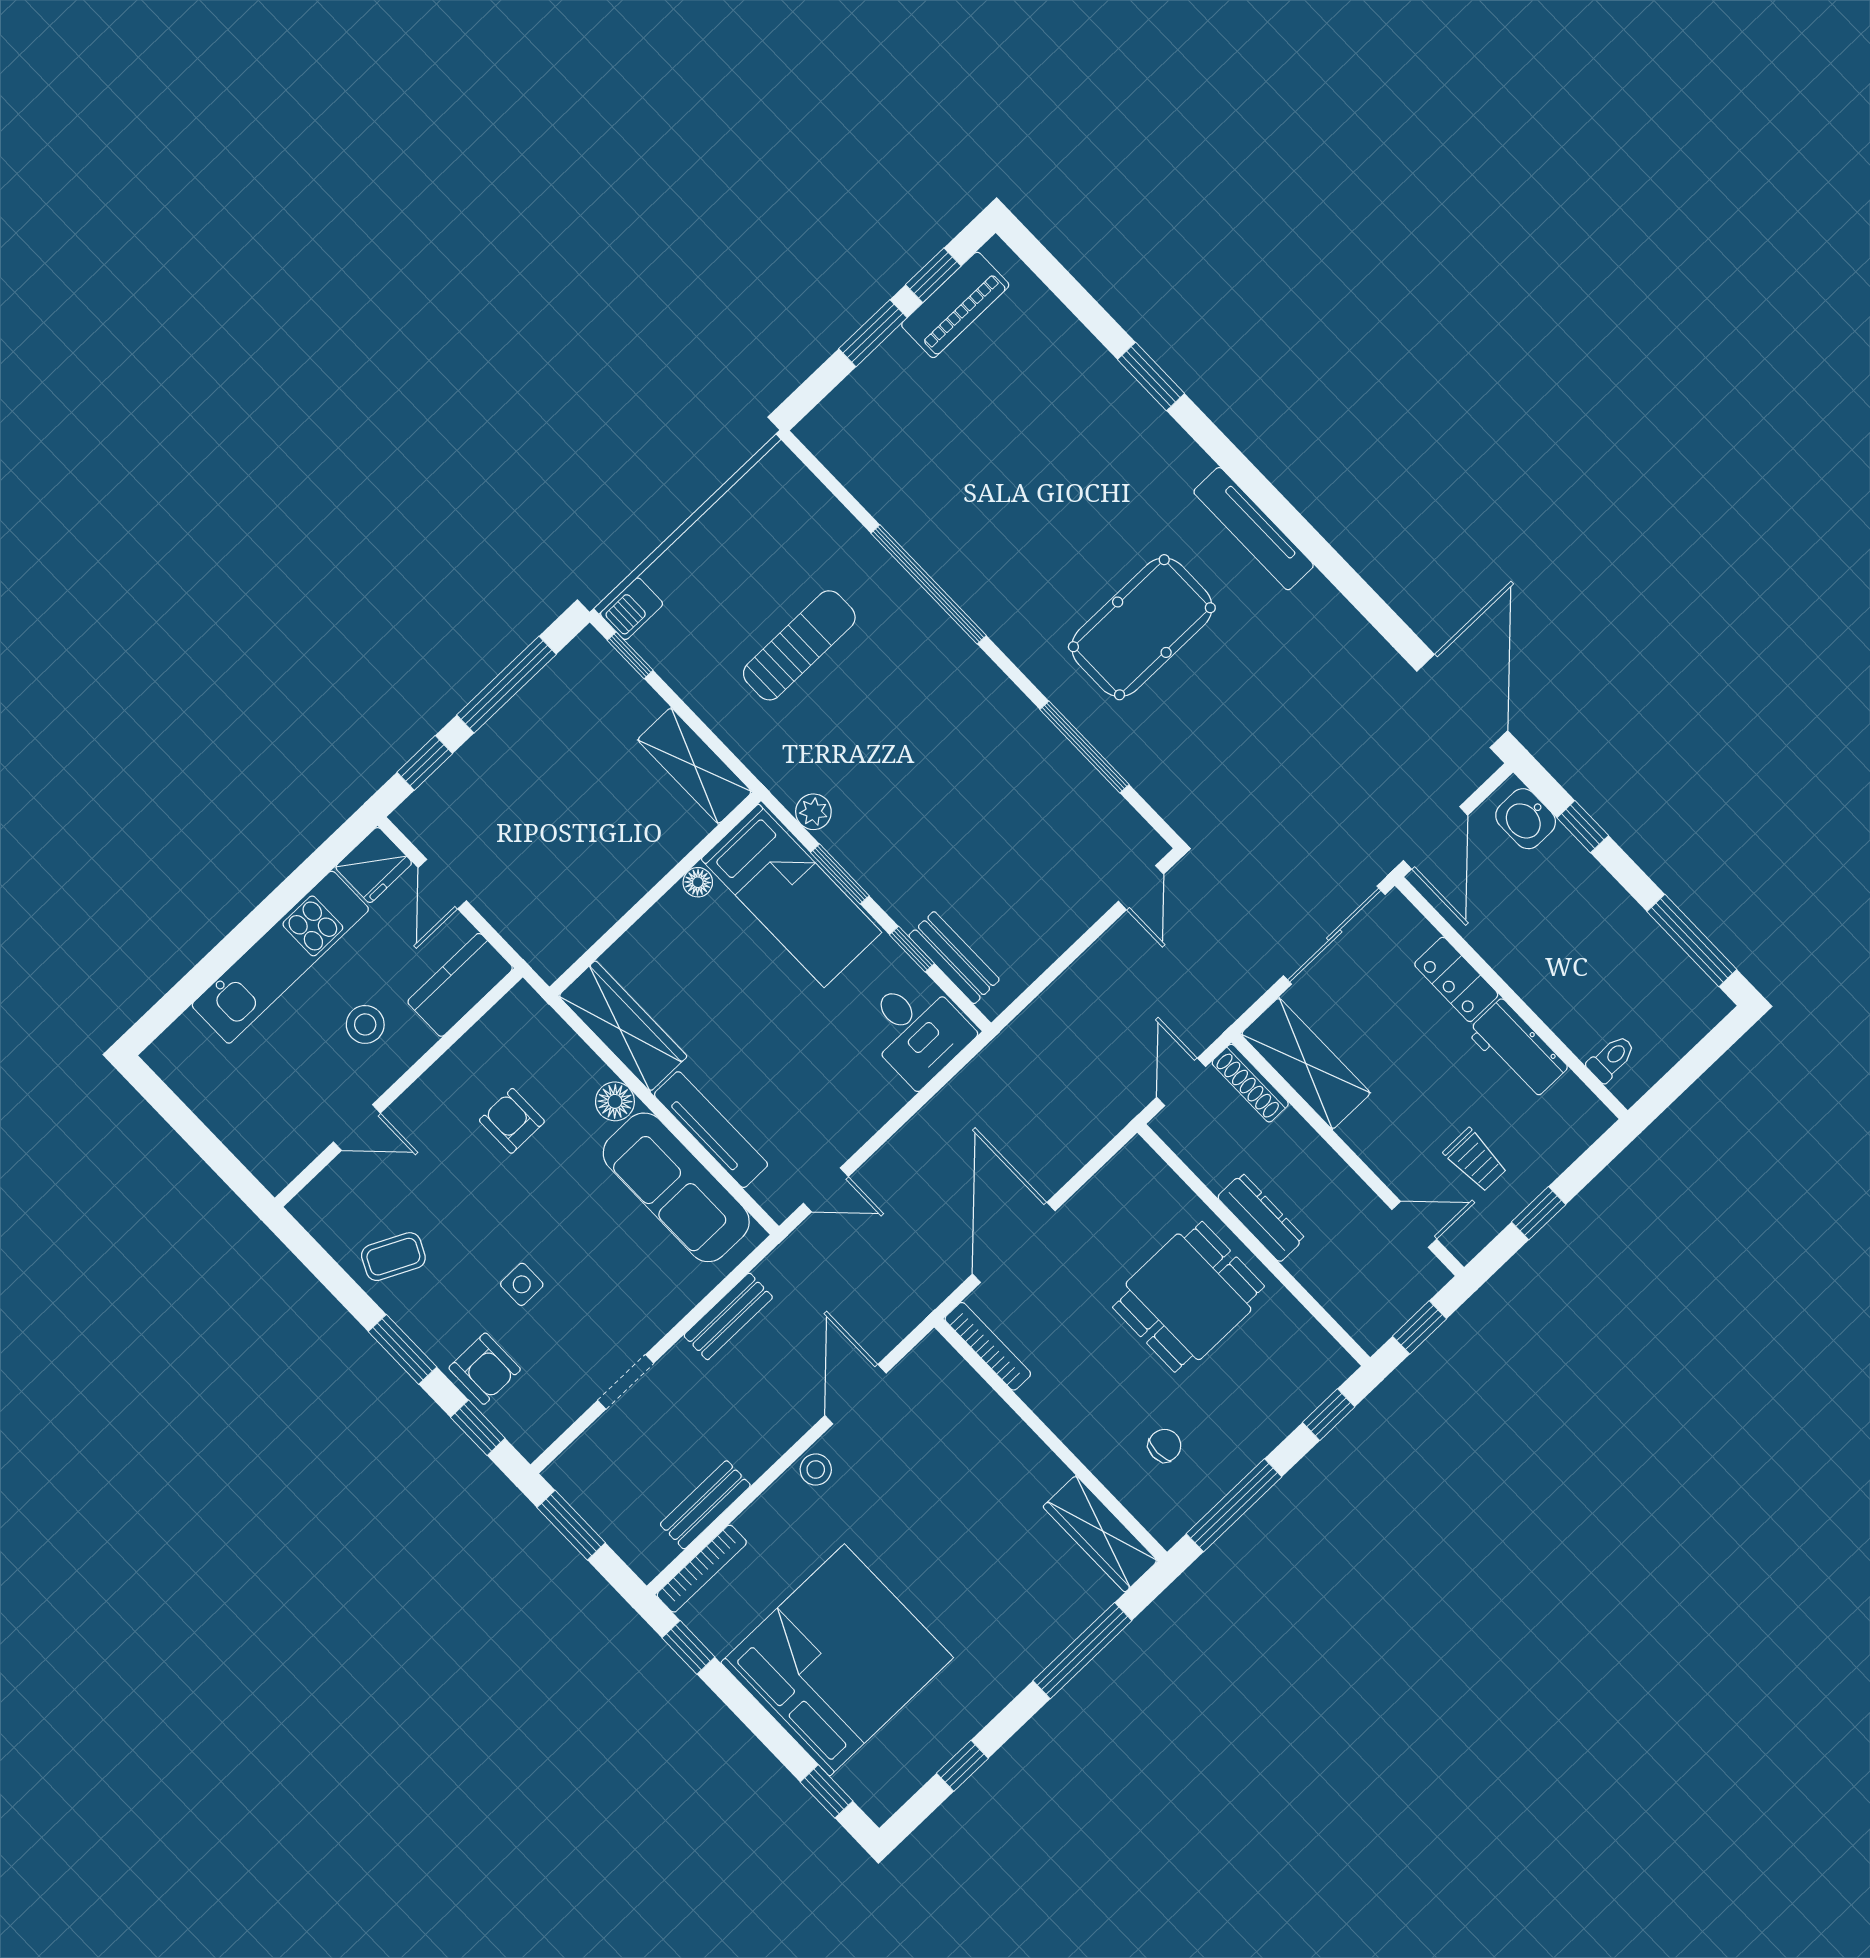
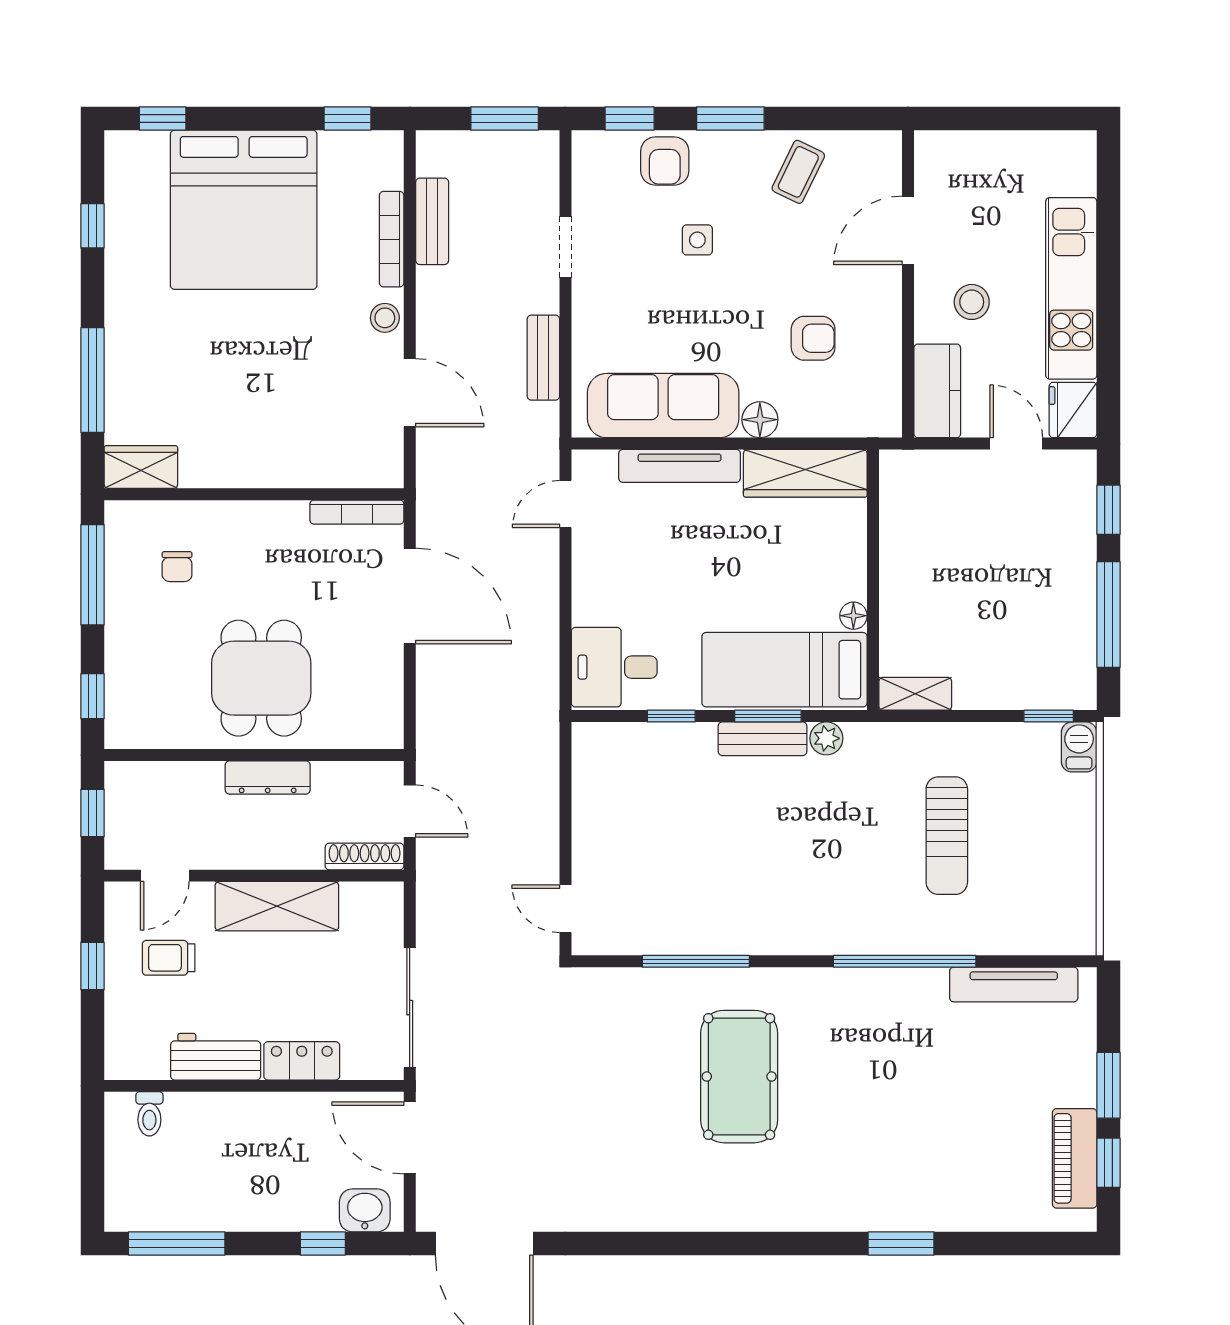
tv unit: (1254, 529) -> (1014, 985), moved, turned 180
shelving: (695, 766) -> (915, 694), width x0.67, depth x0.75
bench: (954, 958) -> (763, 739), moved
shelving: (1306, 1064) -> (277, 906), moved
door: (357, 1128) -> (908, 230), width x1.38
armchair: (485, 1369) -> (665, 161), turned -90
wardrobe: (1100, 1534) -> (141, 467), width x0.67
bookcase: (702, 1569) -> (392, 239), moved

